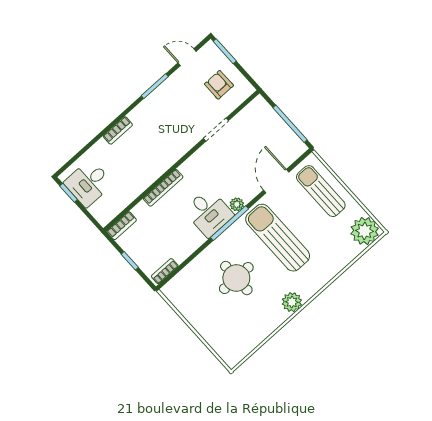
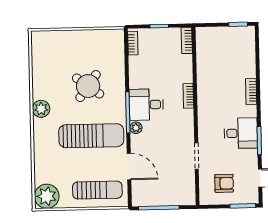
desk: (88, 183) -> (241, 133), moved, turned 90
bookcase: (163, 188) -> (188, 96), width x0.64
round table: (236, 278) -> (88, 86), turned 36

